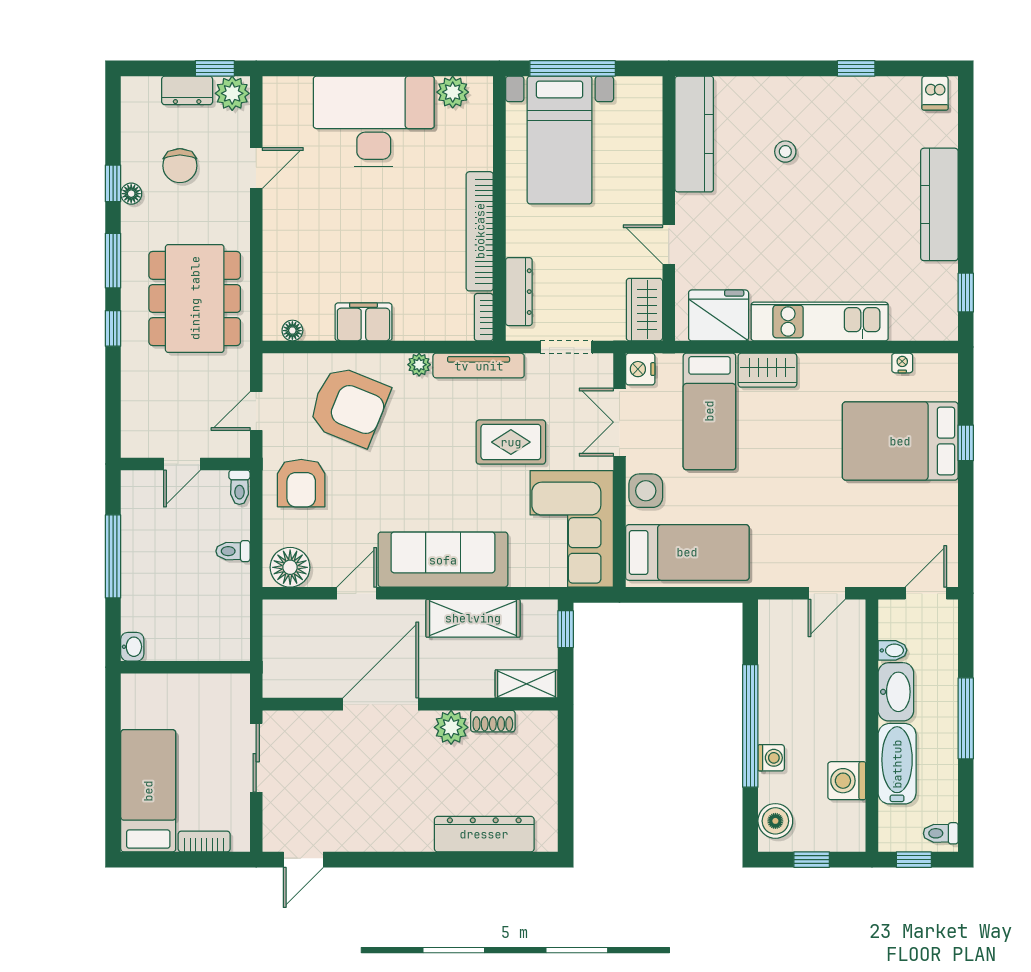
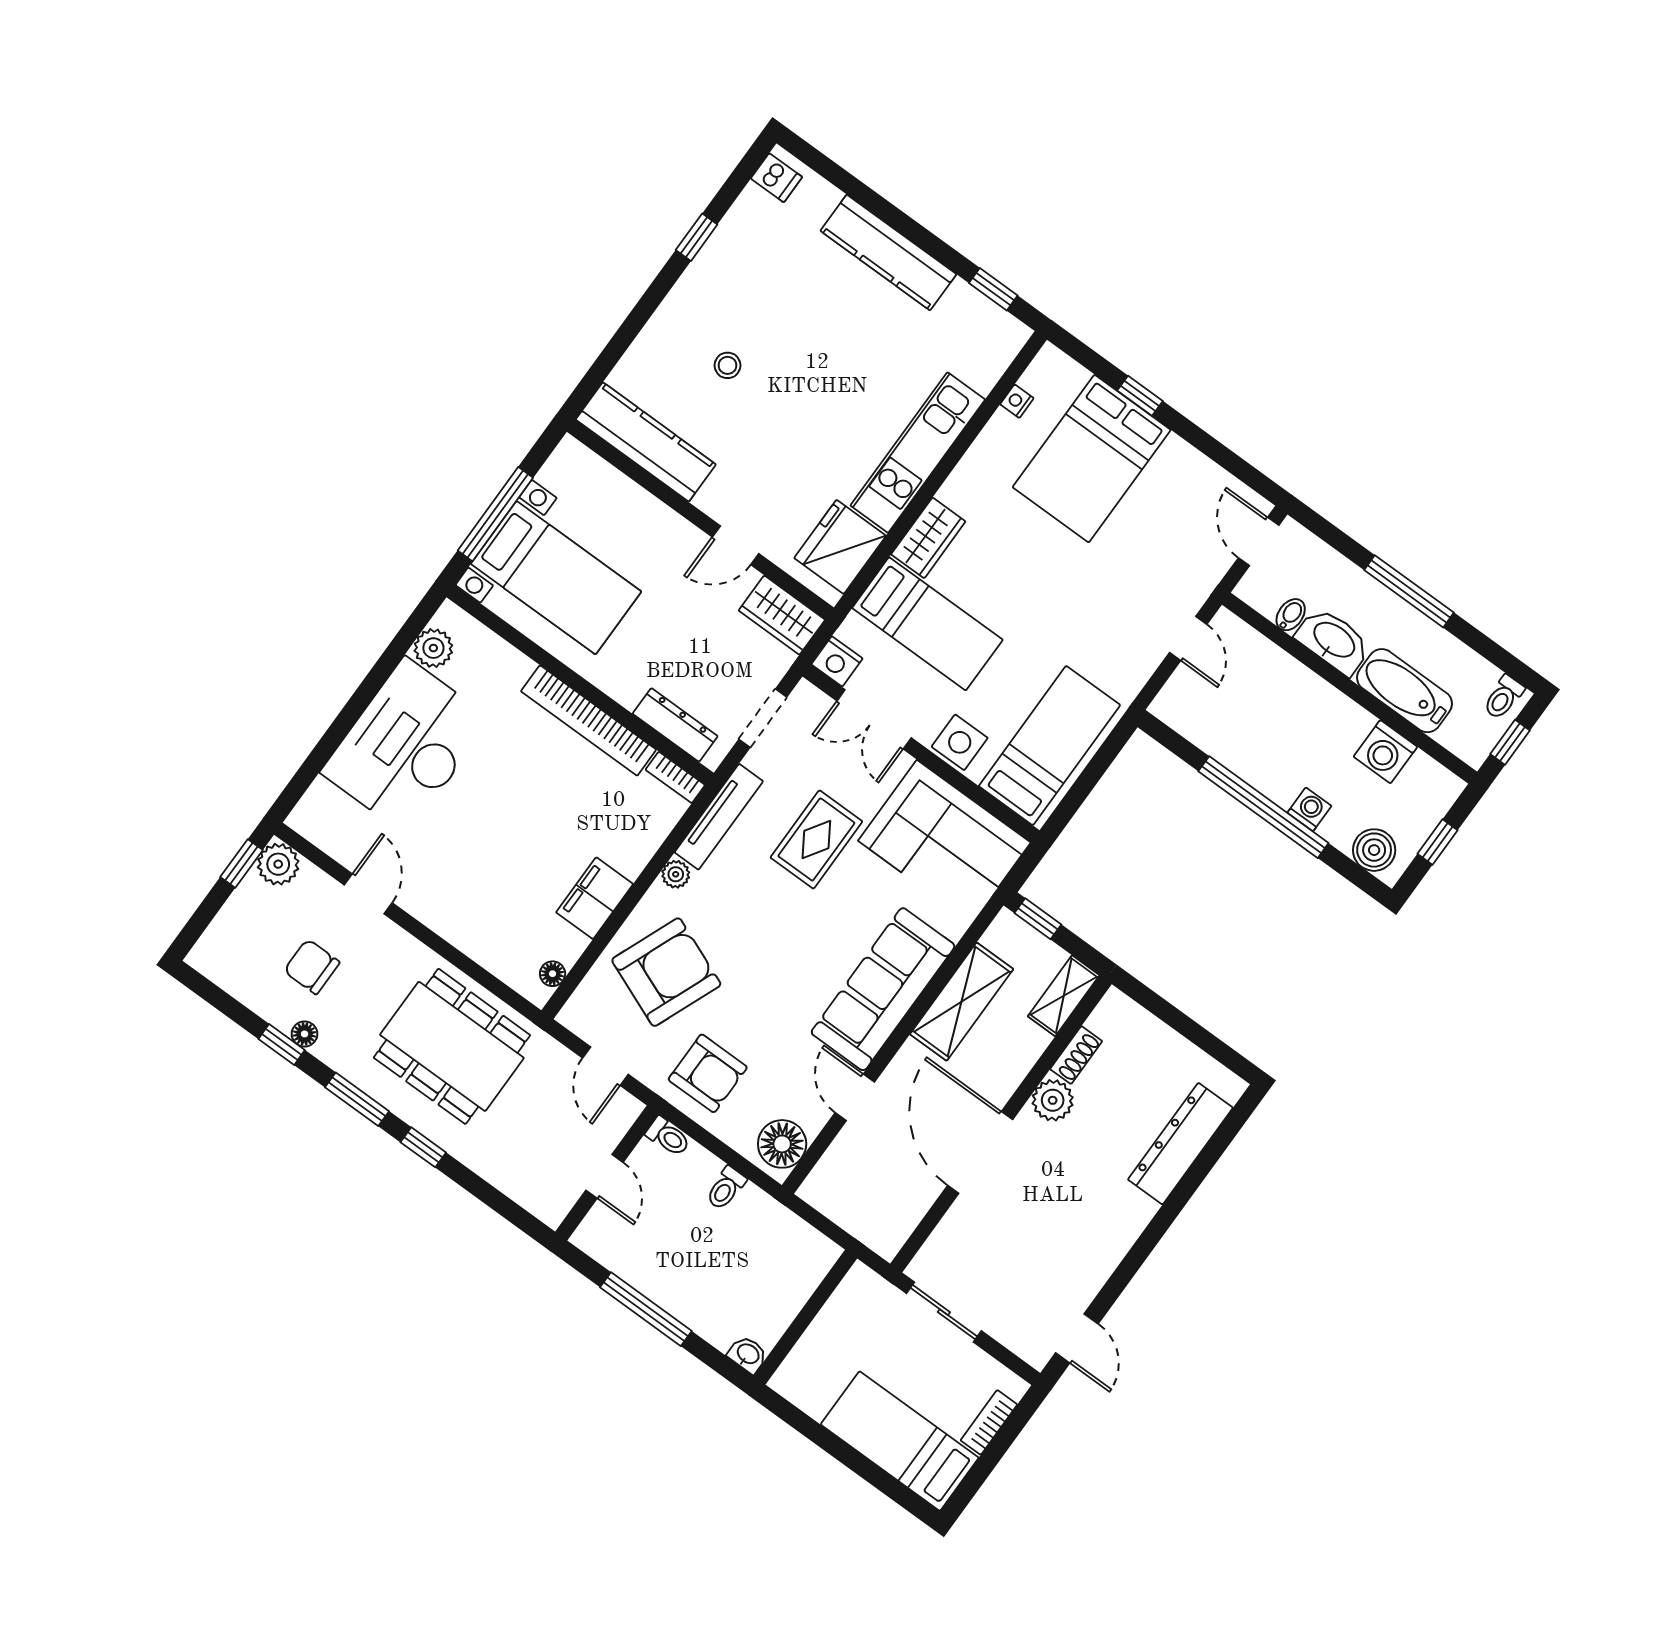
dresser: (187, 90) -> (243, 906), removed
chair: (180, 166) -> (312, 967), turned 180

